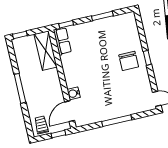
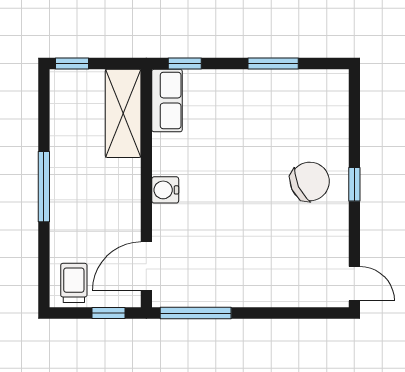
chair: (129, 61) -> (310, 182), turned -115
water cooler: (74, 93) -> (165, 190), moved
window: (117, 121) -> (196, 313), moved

